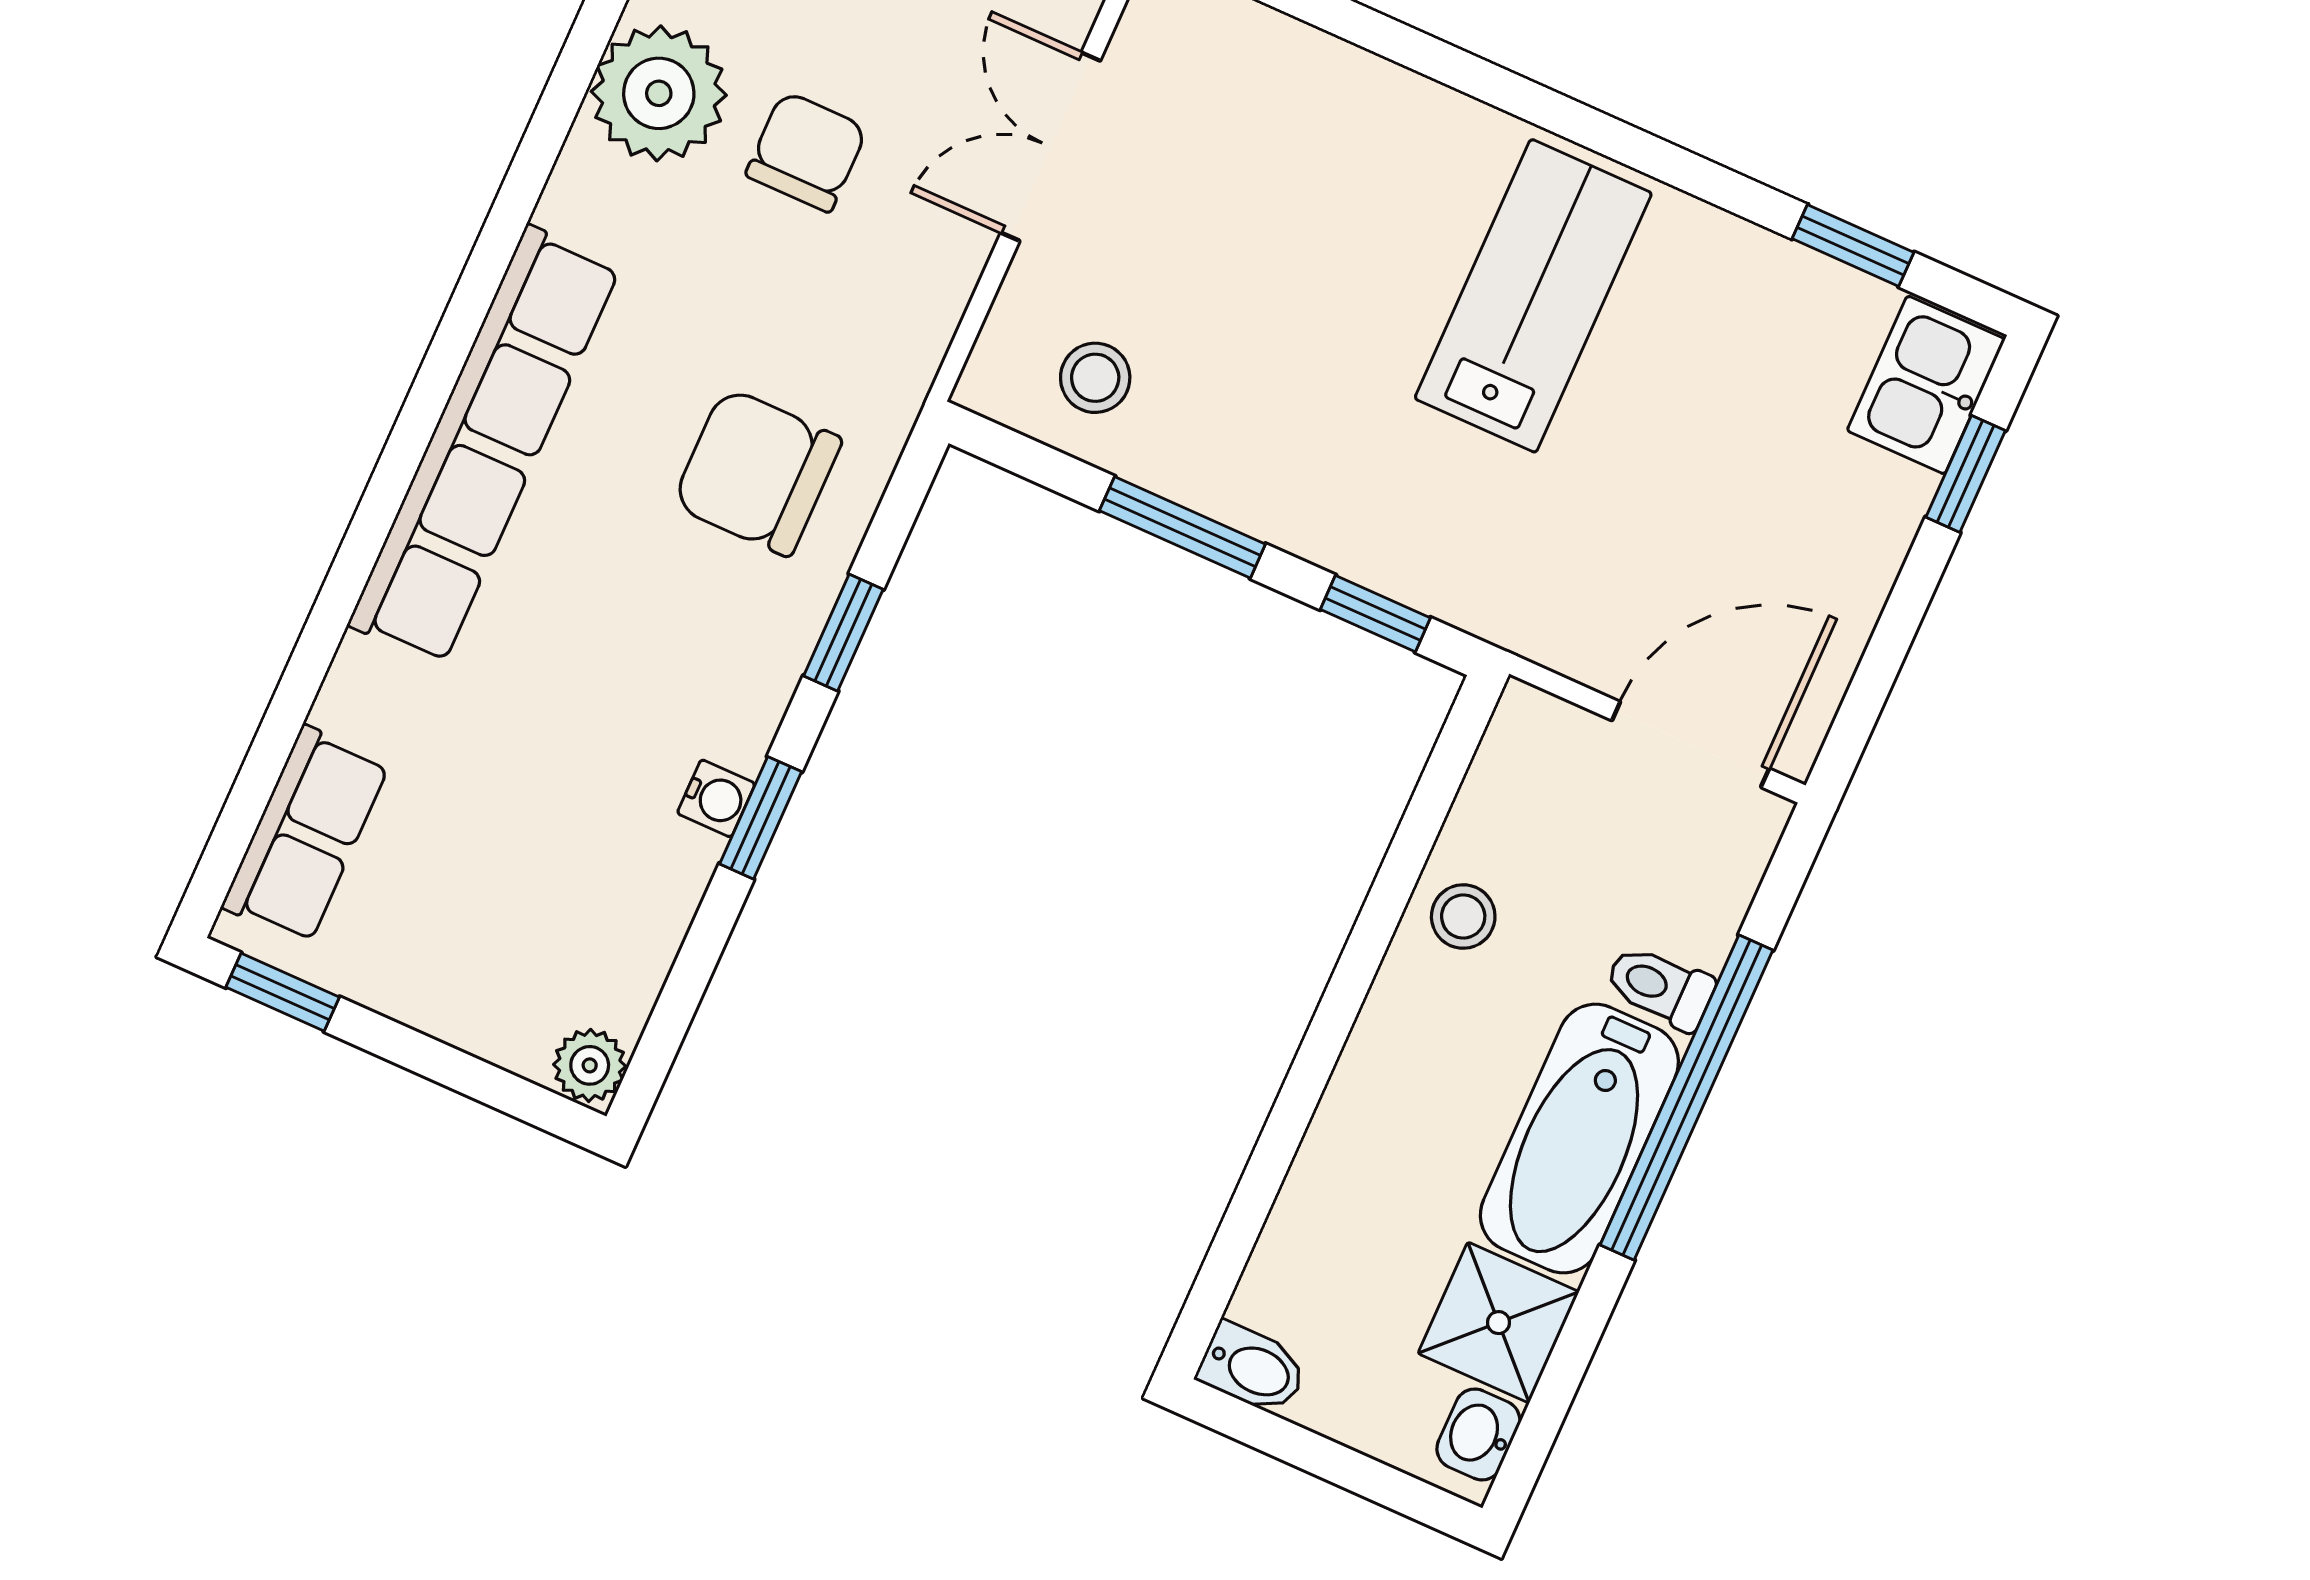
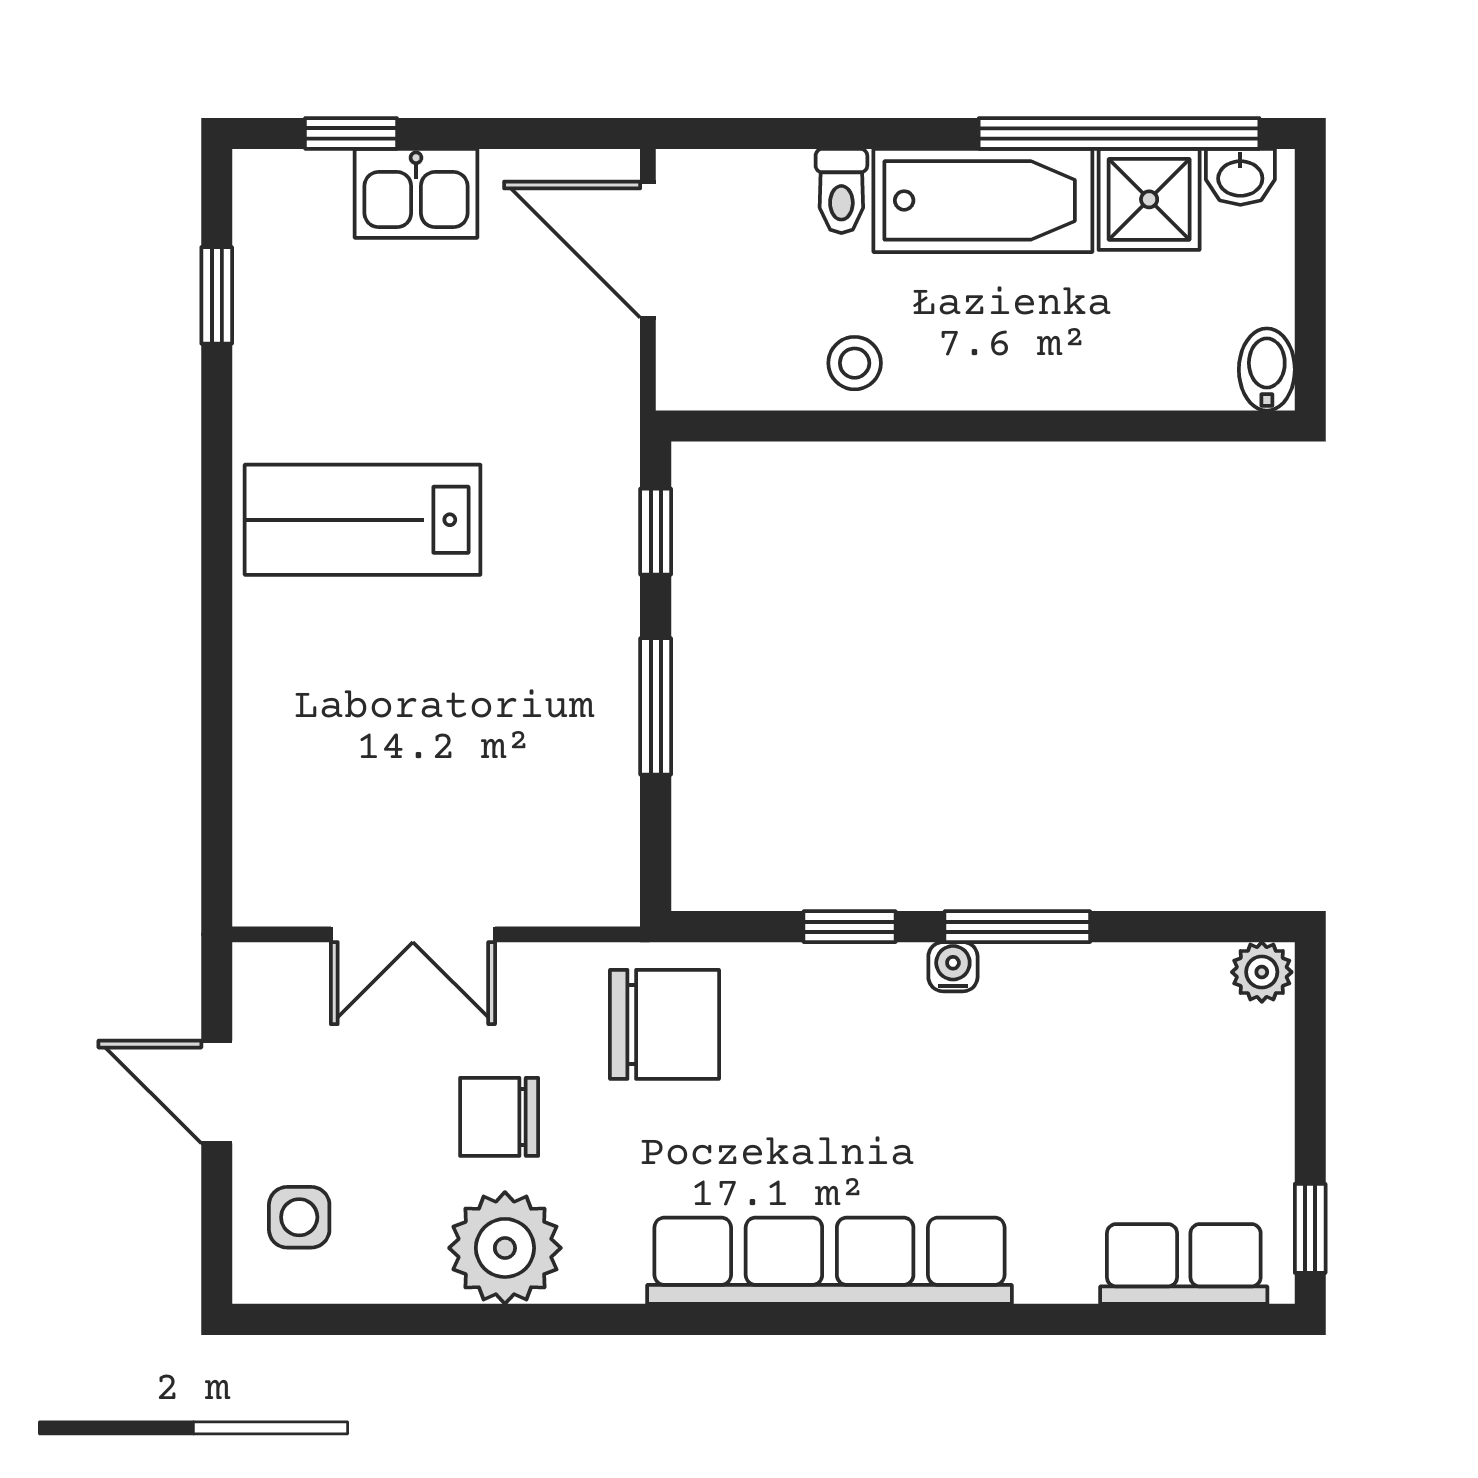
stool: (1095, 378) -> (572, 823), removed
kitchen sink: (1926, 385) -> (416, 193), moved
chair: (757, 472) -> (665, 1024), moved, turned -90
water cooler: (716, 798) -> (953, 967), moved
window: (761, 818) -> (1017, 927), width x1.50
window: (1687, 1098) -> (1119, 133), moved

